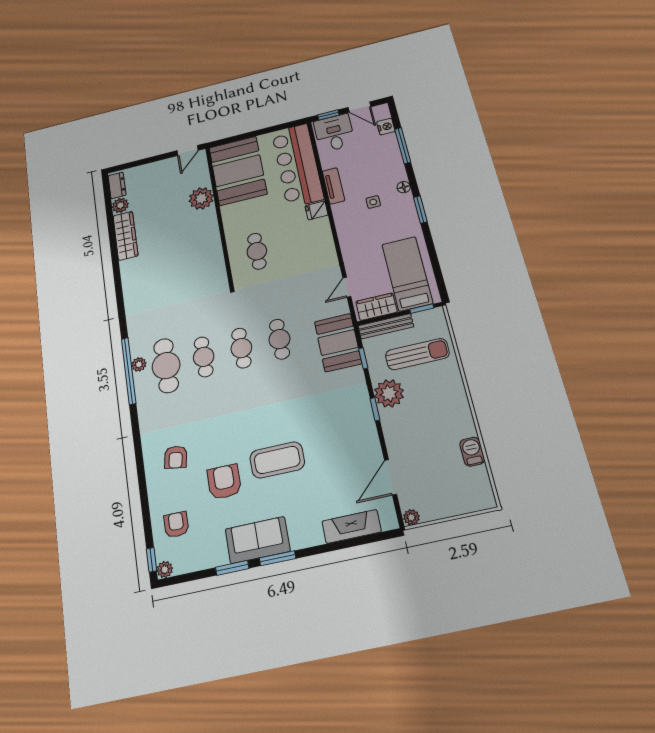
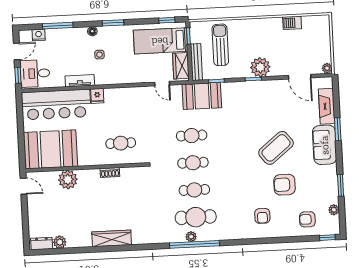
wardrobe: (125, 236) -> (112, 238), moved
shoe rack: (216, 246) -> (110, 172), added
window: (439, 276) -> (167, 20), added
plant: (389, 393) -> (260, 67), moved
armchair: (176, 457) -> (262, 216), turned 81
coffee table: (277, 460) -> (276, 148), turned 51
sofa: (258, 540) -> (325, 145), moved
window: (278, 558) -> (338, 129), moved
plant: (165, 570) -> (334, 210), moved

